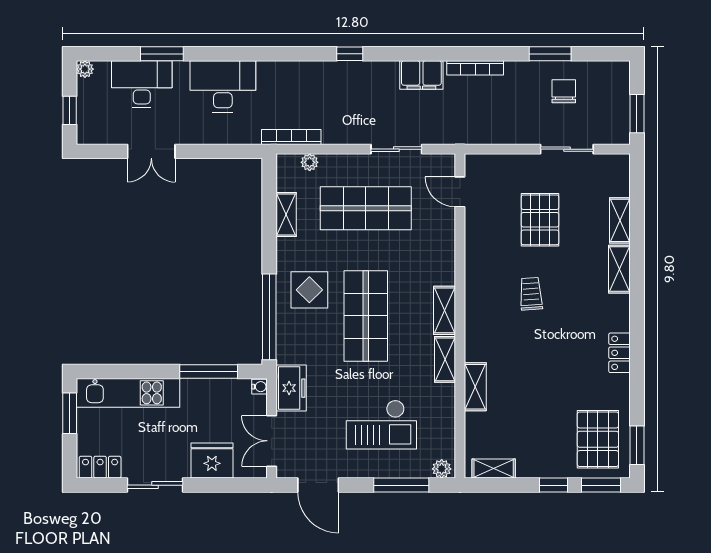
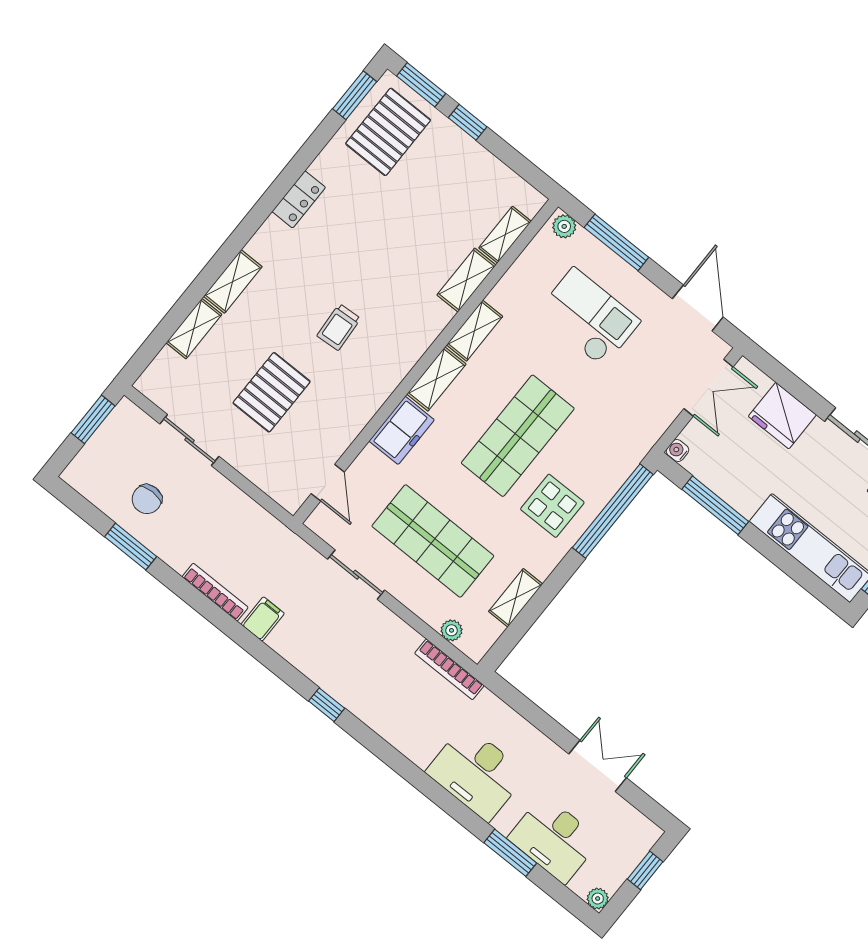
filing cabinet: (421, 75) -> (263, 619), width x0.50
freezer: (291, 388) -> (402, 430), moved, turned 180
shelving: (494, 469) -> (505, 235), moved, turned 90

